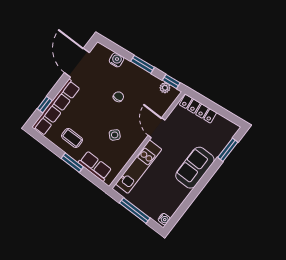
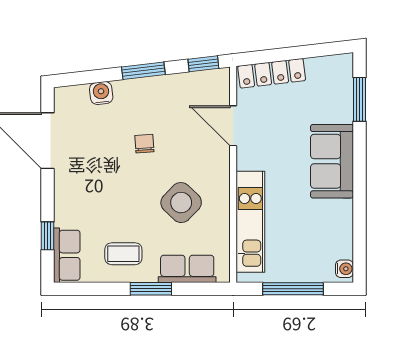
plant: (165, 88) -> (201, 80), removed
row of seats: (56, 107) -> (67, 255), width x0.50
door: (156, 128) -> (233, 126), moved
side table: (115, 135) -> (181, 203), width x1.87, depth x1.87

